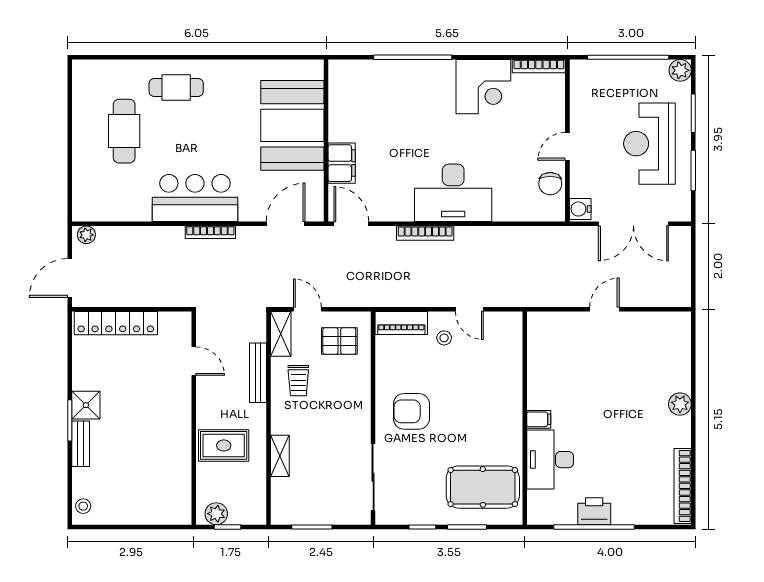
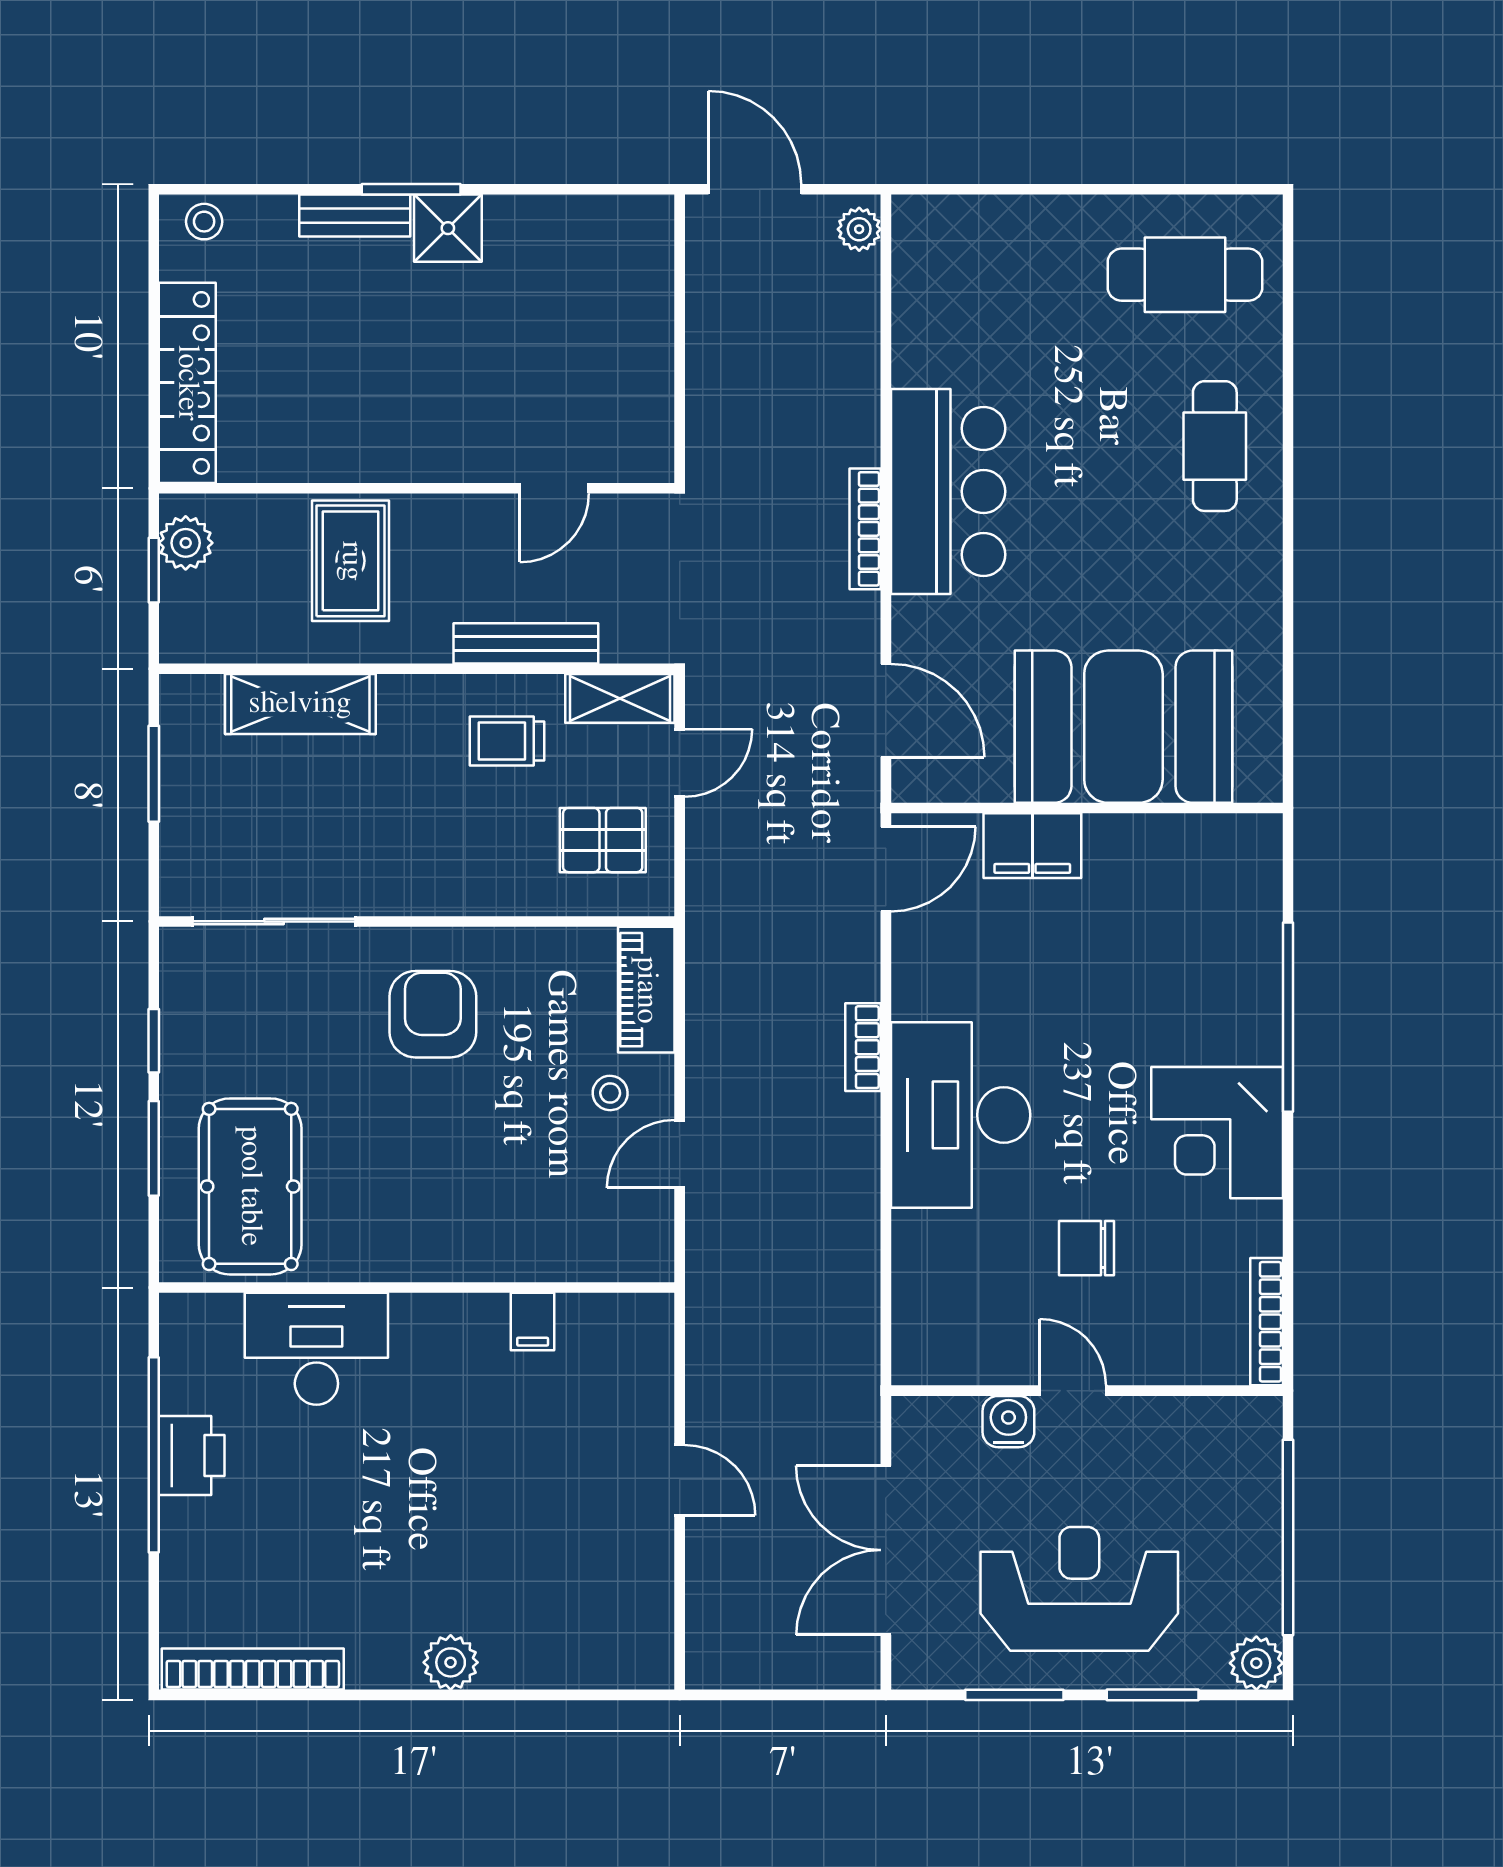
corner desk: (483, 87) -> (1217, 1133), moved
cafe table: (124, 131) -> (1185, 275), moved
chair: (550, 184) -> (1087, 1248), moved
water cooler: (580, 209) -> (1008, 1422), moved
bookcase: (425, 233) -> (863, 1047), width x0.64
locker: (116, 323) -> (187, 383), moved, turned 180
pallet: (339, 341) -> (603, 840), turned 90
filing cabinet: (539, 419) -> (533, 1322), moved
shelving: (280, 456) -> (300, 704), width x1.50, depth x1.33

